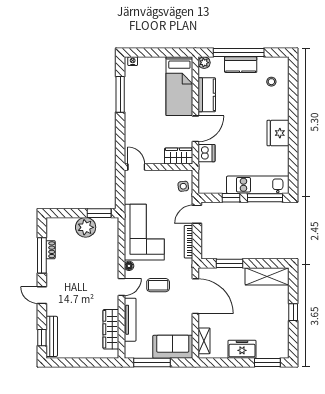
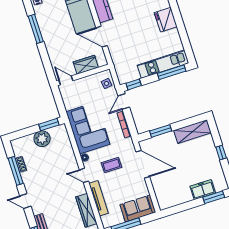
door: (195, 129) -> (102, 37), swing flipped
dishwasher: (207, 153) -> (116, 52), removed
wardrobe: (179, 156) -> (86, 65), moved
window: (231, 198) -> (134, 84), moved
door: (121, 287) -> (84, 175), swing flipped
shelving: (204, 341) -> (160, 196), removed
freezer: (242, 349) -> (203, 190), moved

